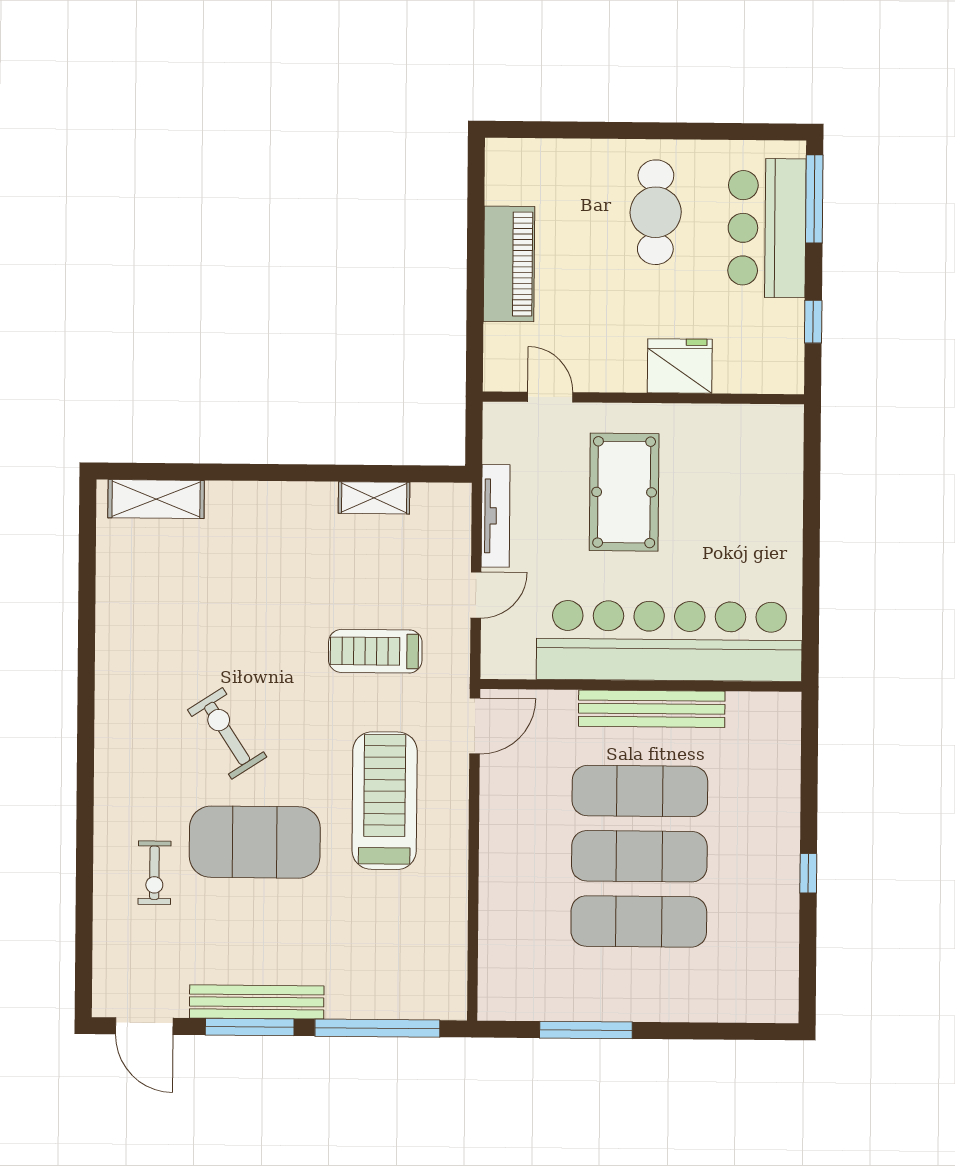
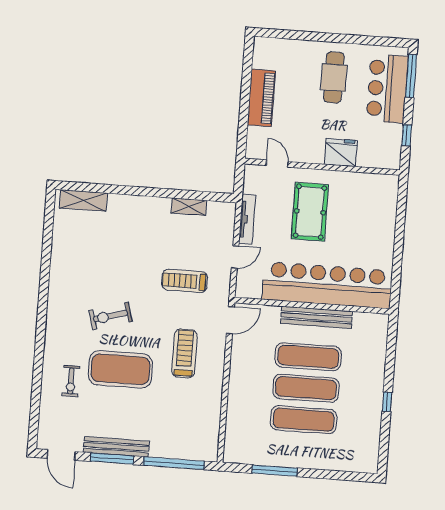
exercise bike: (227, 733) -> (110, 316), turned -73
treadmill: (385, 801) -> (184, 353), width x0.73, depth x0.73

